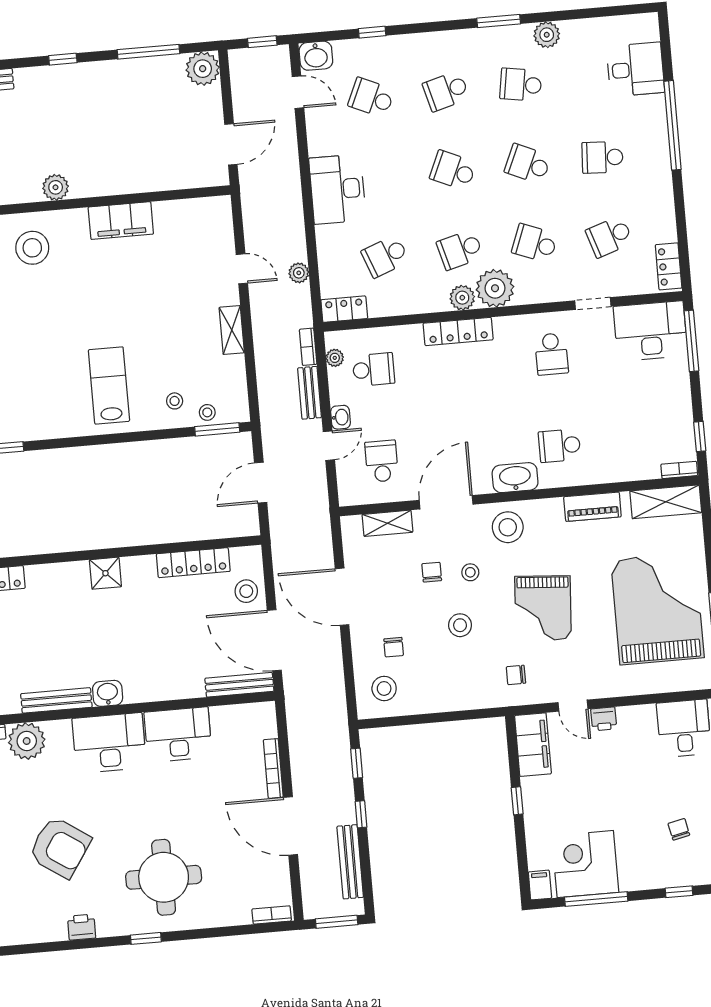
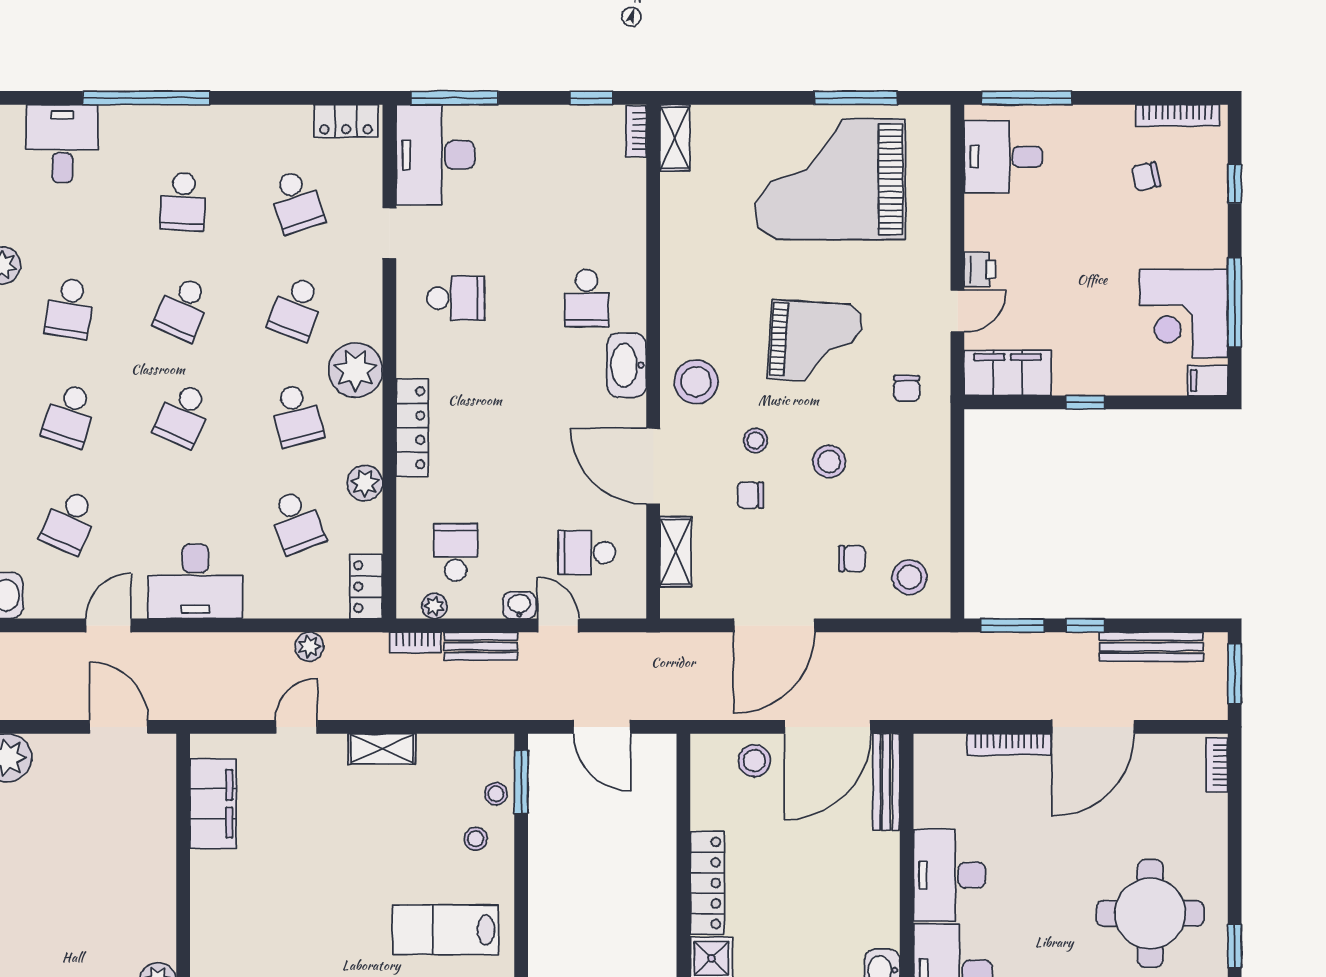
school desk: (446, 91) -> (70, 415), turned 33
door: (298, 92) -> (109, 625), moved
filing cabinet: (121, 221) -> (213, 804), moved
plant: (462, 298) -> (365, 483), moved
shelving: (666, 502) -> (675, 138), width x0.67, depth x0.75
piano: (592, 507) -> (678, 259), removed
locker: (193, 563) -> (707, 883), moved
window: (357, 763) -> (1012, 625), width x1.50

